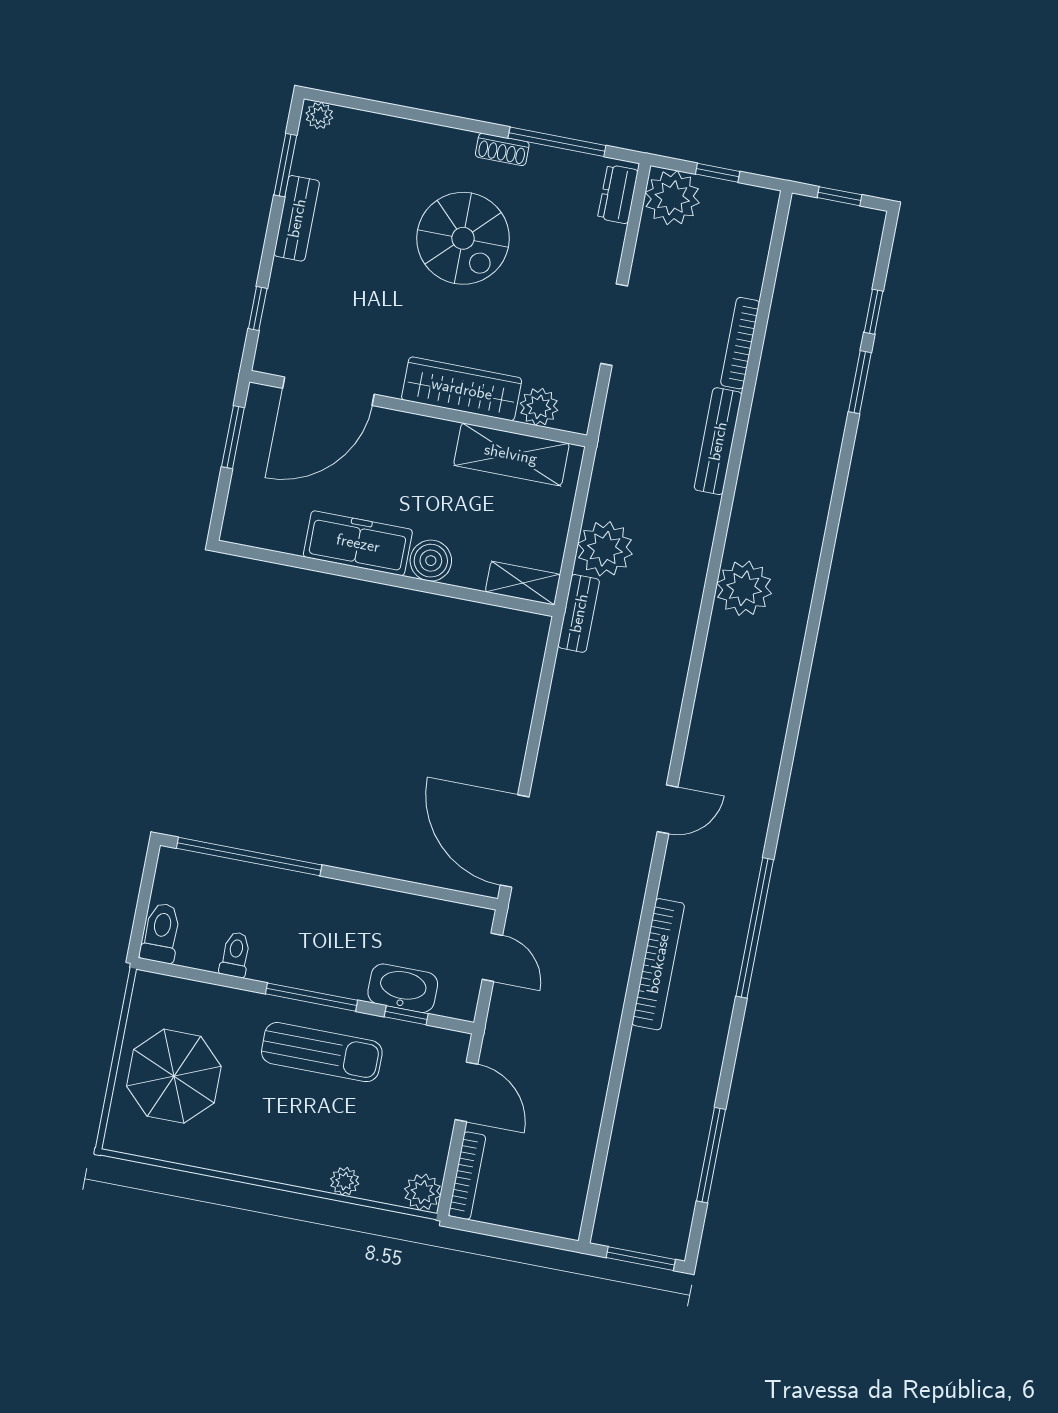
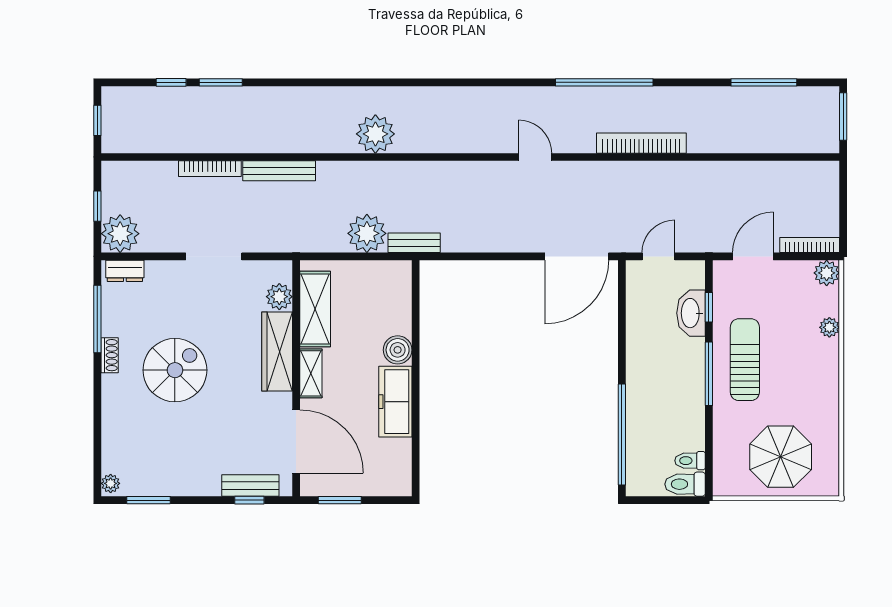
bench: (297, 218) -> (250, 485), moved
shelving: (523, 583) -> (311, 373), moved
toilet: (235, 955) -> (690, 461), moved

